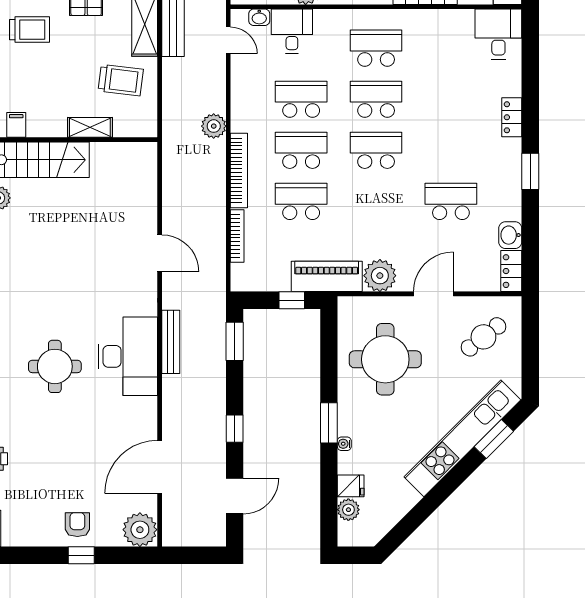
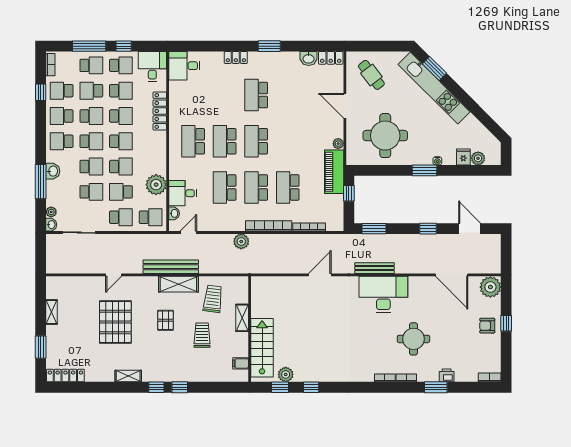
trolley: (29, 30) -> (202, 335), moved
school desk: (451, 201) -> (256, 95), moved
plant: (380, 276) -> (338, 144), width x0.53, depth x0.53
round table: (55, 366) -> (413, 339), moved

